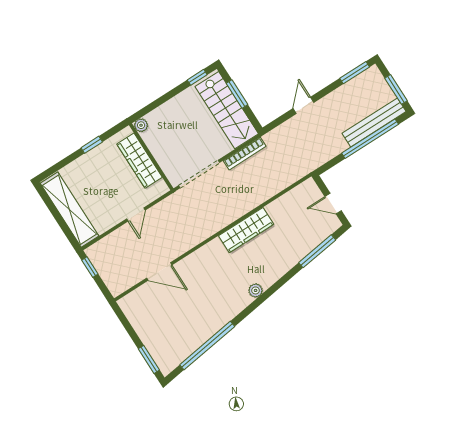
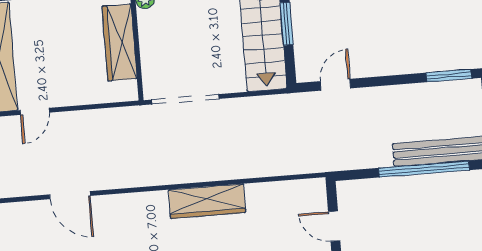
door: (303, 105) -> (335, 85), moved
bookcase: (245, 154) -> (256, 104), removed
door: (136, 214) -> (35, 111), moved

